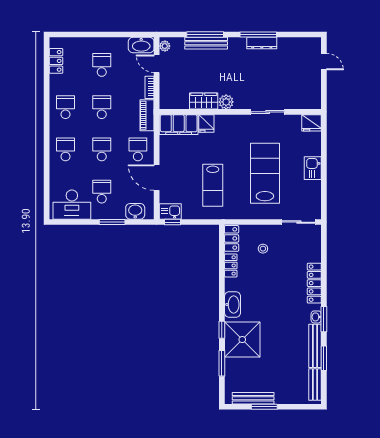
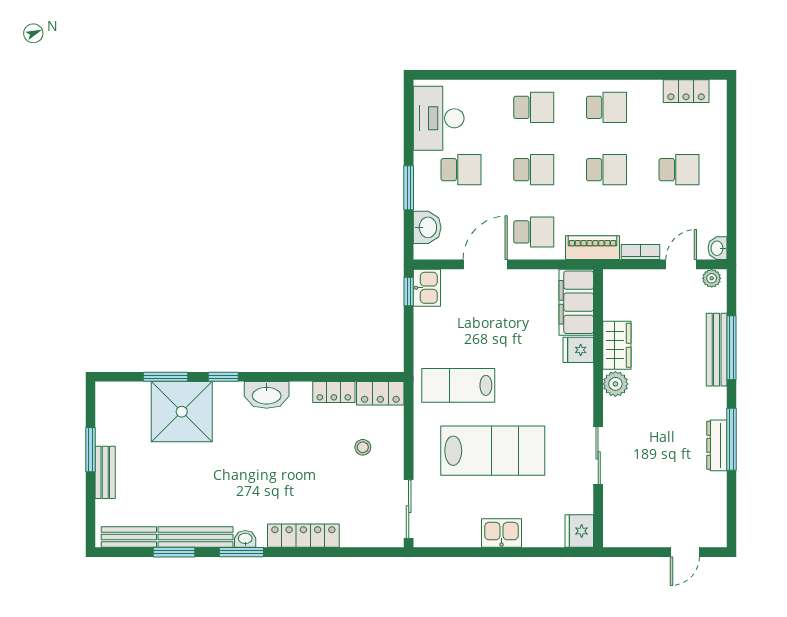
washbasin: (141, 45) -> (718, 248), width x0.52, depth x0.69
lab bench: (213, 185) -> (458, 385), moved
shower: (242, 340) -> (182, 412), moved
bench: (253, 398) -> (105, 472), moved, width x0.73

